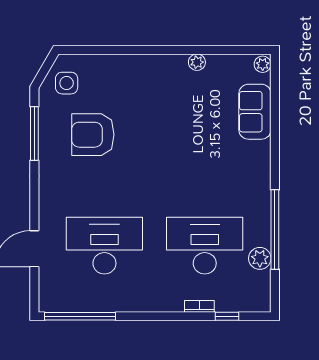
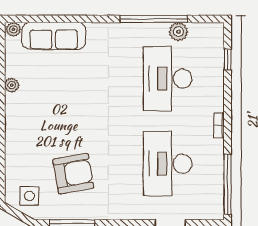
sofa: (255, 112) -> (54, 36), width x1.36
armchair: (93, 135) -> (73, 174), turned -100
bookcase: (199, 306) -> (219, 125), moved

